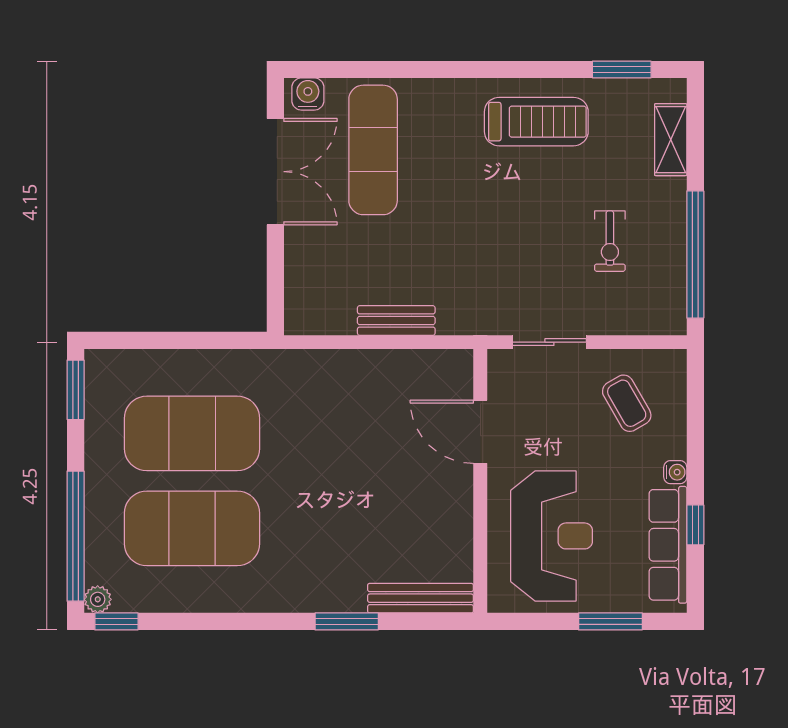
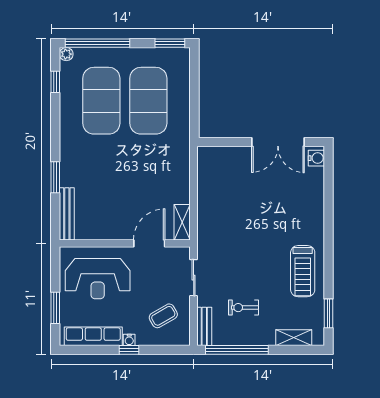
exercise mat: (373, 150) -> (289, 190), removed
bench: (396, 320) -> (204, 326), moved
shelving: (437, 365) -> (182, 222), added
window: (695, 525) -> (129, 350), moved
window: (116, 621) -> (55, 82), moved

